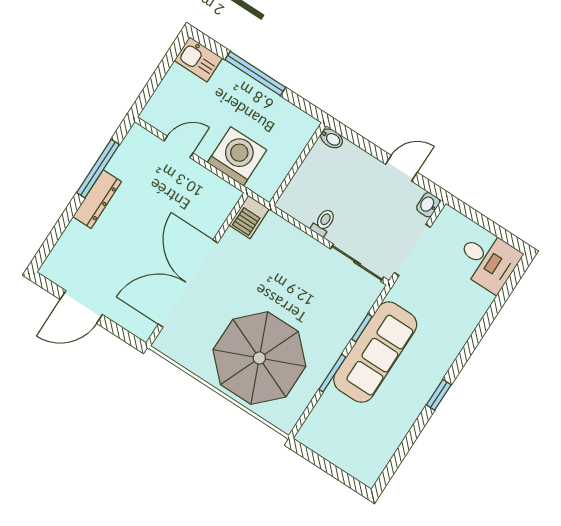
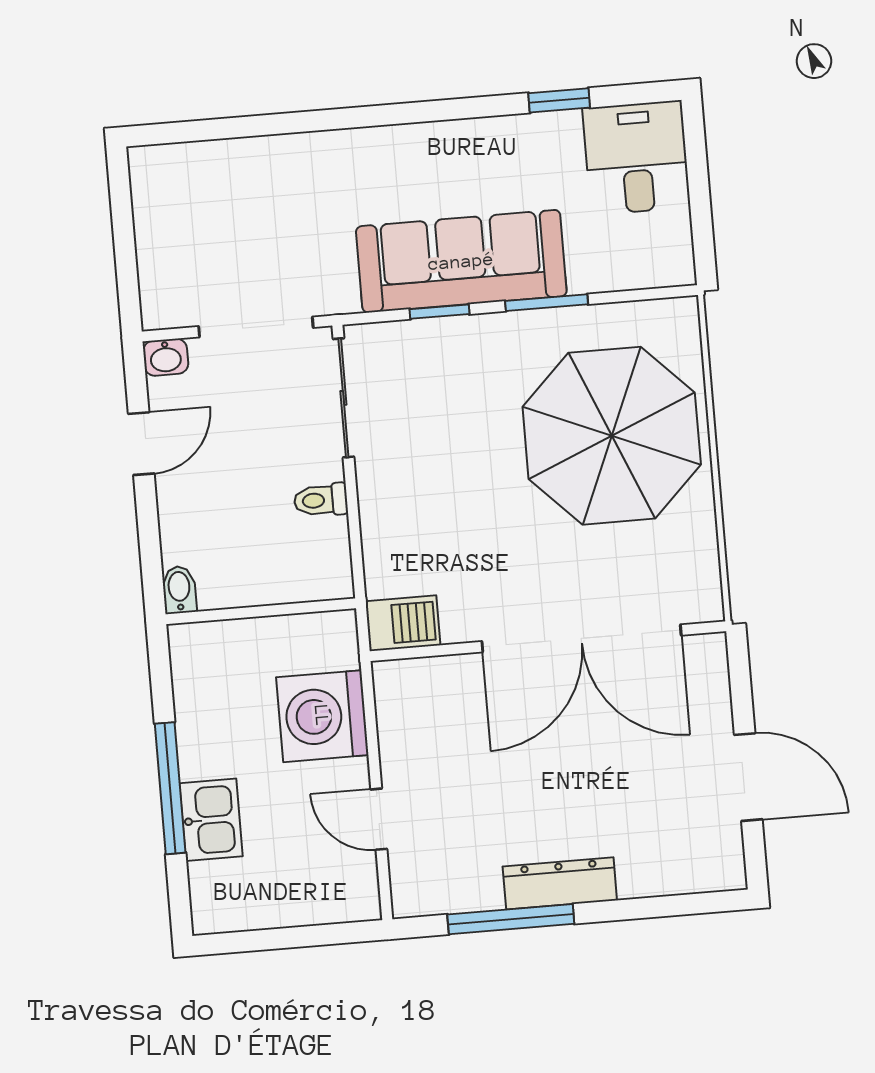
kitchen sink: (198, 59) -> (211, 820), moved
door: (401, 168) -> (141, 444), swing flipped
desk: (488, 260) -> (636, 158), moved
window: (439, 395) -> (559, 100), moved

